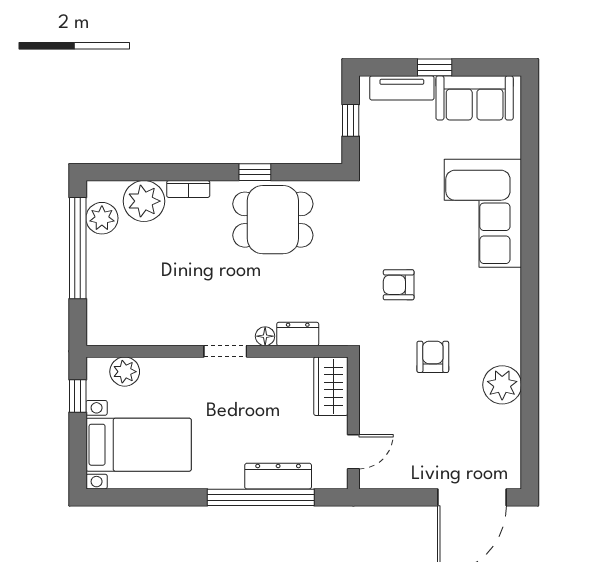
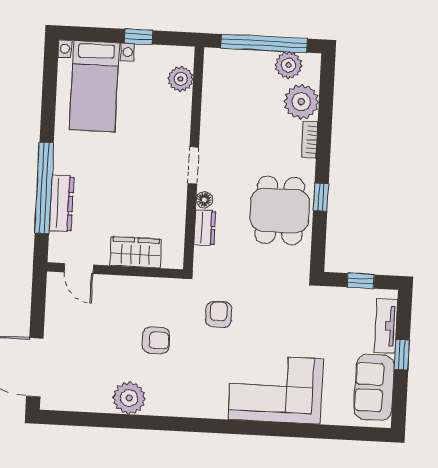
dresser: (298, 334) -> (205, 228), moved
floor lamp: (265, 336) -> (204, 200), moved
wall: (217, 351) -> (194, 158), moved
doorway: (225, 351) -> (193, 165), moved
plant: (125, 372) -> (181, 79), moved

